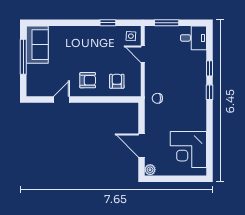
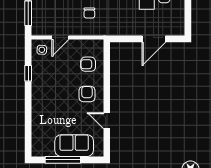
sofa: (37, 45) -> (74, 146), moved
chair: (157, 98) -> (89, 13), moved
plant: (150, 170) -> (179, 30), removed

